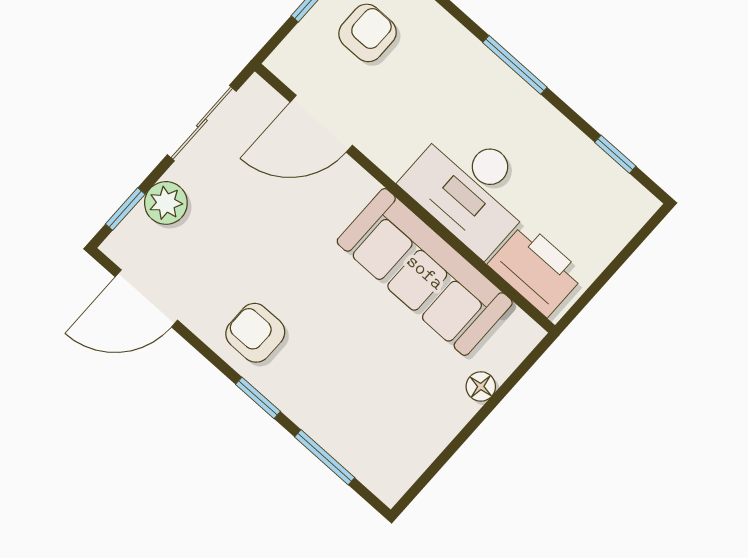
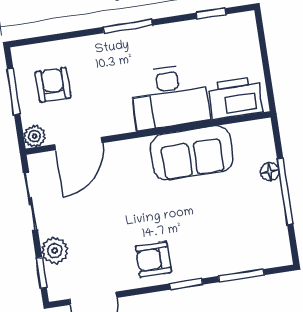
plant: (286, 62) -> (35, 136), added
sofa: (425, 272) -> (192, 153), width x0.73
window: (472, 425) -> (285, 191), added

